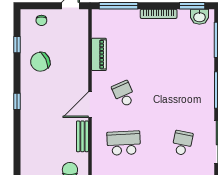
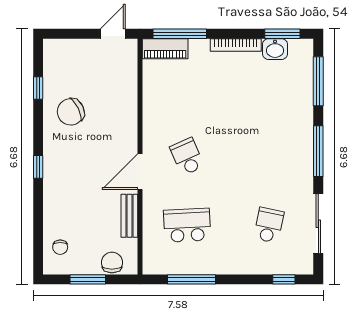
washbasin: (199, 17) -> (275, 49), moved
chair: (41, 20) -> (60, 247), moved
piano: (99, 54) -> (165, 49), moved, turned 90

